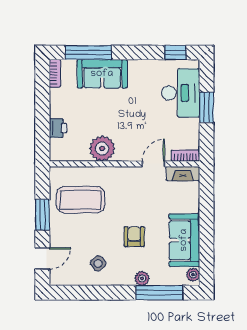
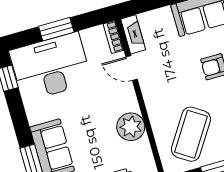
desk: (181, 93) -> (51, 67), width x1.36, depth x1.30
coffee table: (81, 200) -> (191, 134), turned 33

